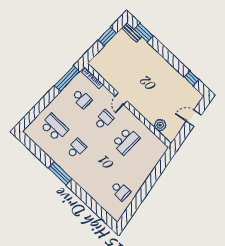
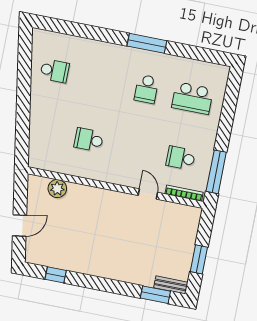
door: (121, 99) -> (148, 194), moved
school desk: (104, 120) -> (135, 149), removed
school desk: (126, 141) -> (89, 140), width x0.54
school desk: (120, 191) -> (55, 71), turned 180

